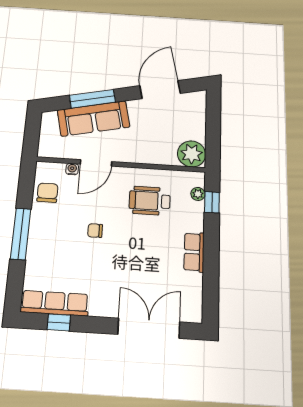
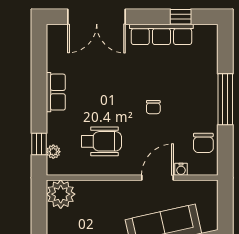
chair: (95, 231) -> (153, 107), turned 90
row of seats: (55, 303) -> (161, 34), moved

